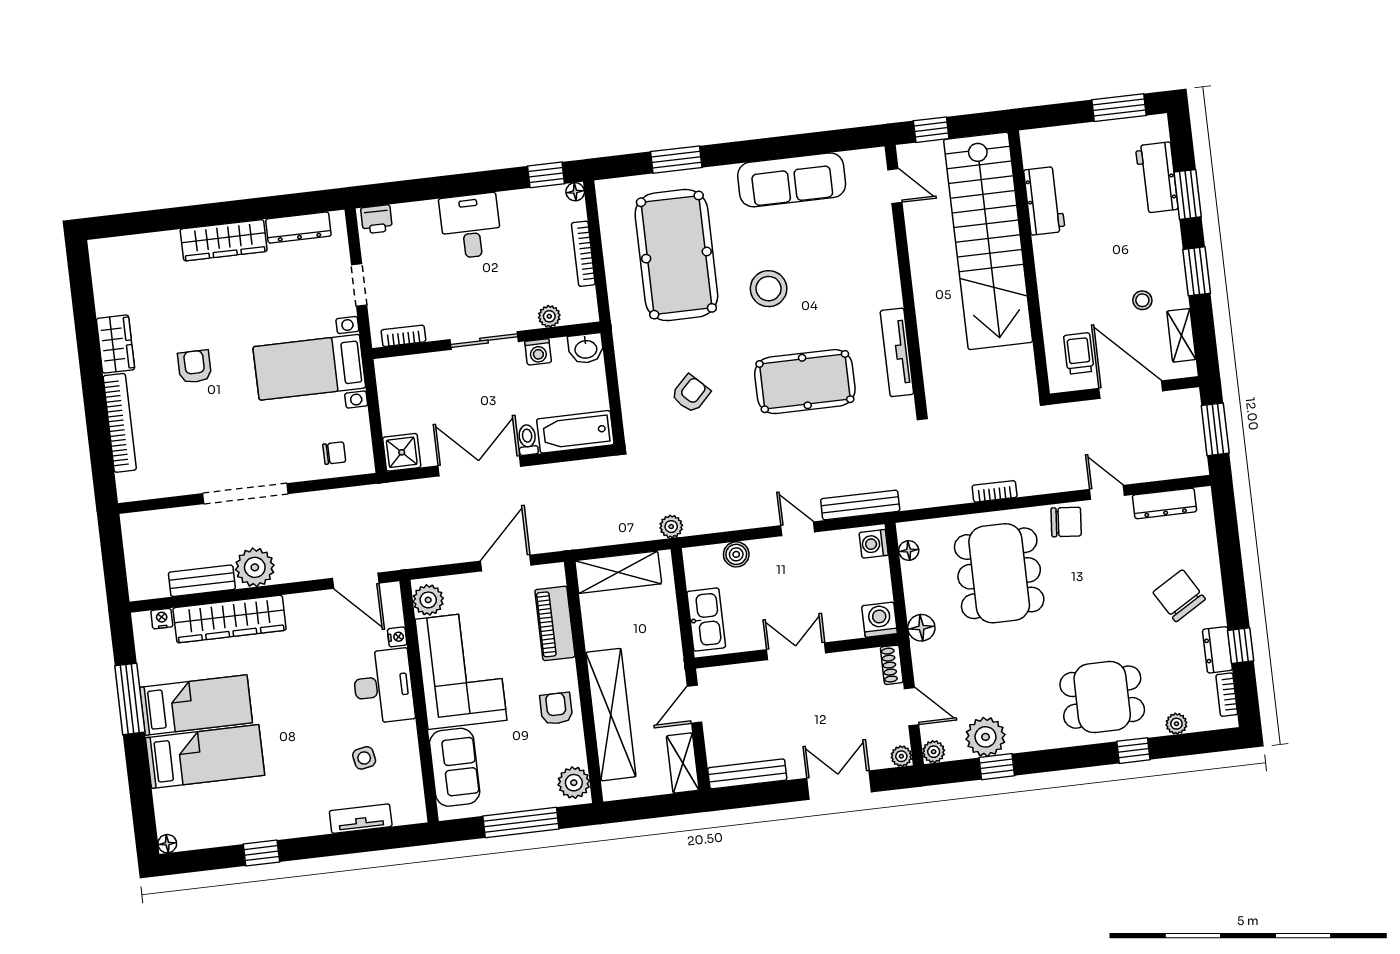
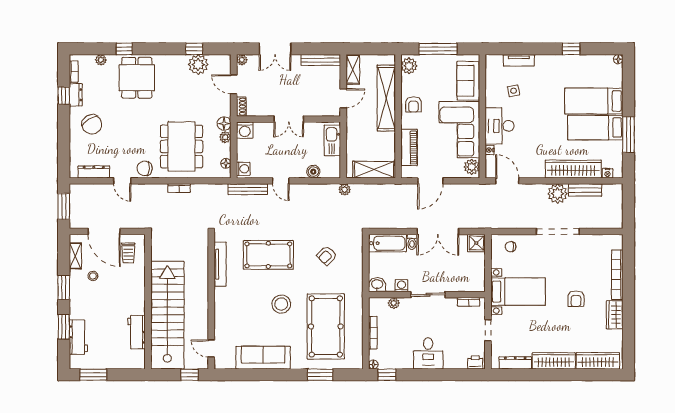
wardrobe: (138, 250) -> (598, 361), added
dining table: (1102, 697) -> (137, 78), turned 90
plant: (934, 752) -> (225, 137), moved

